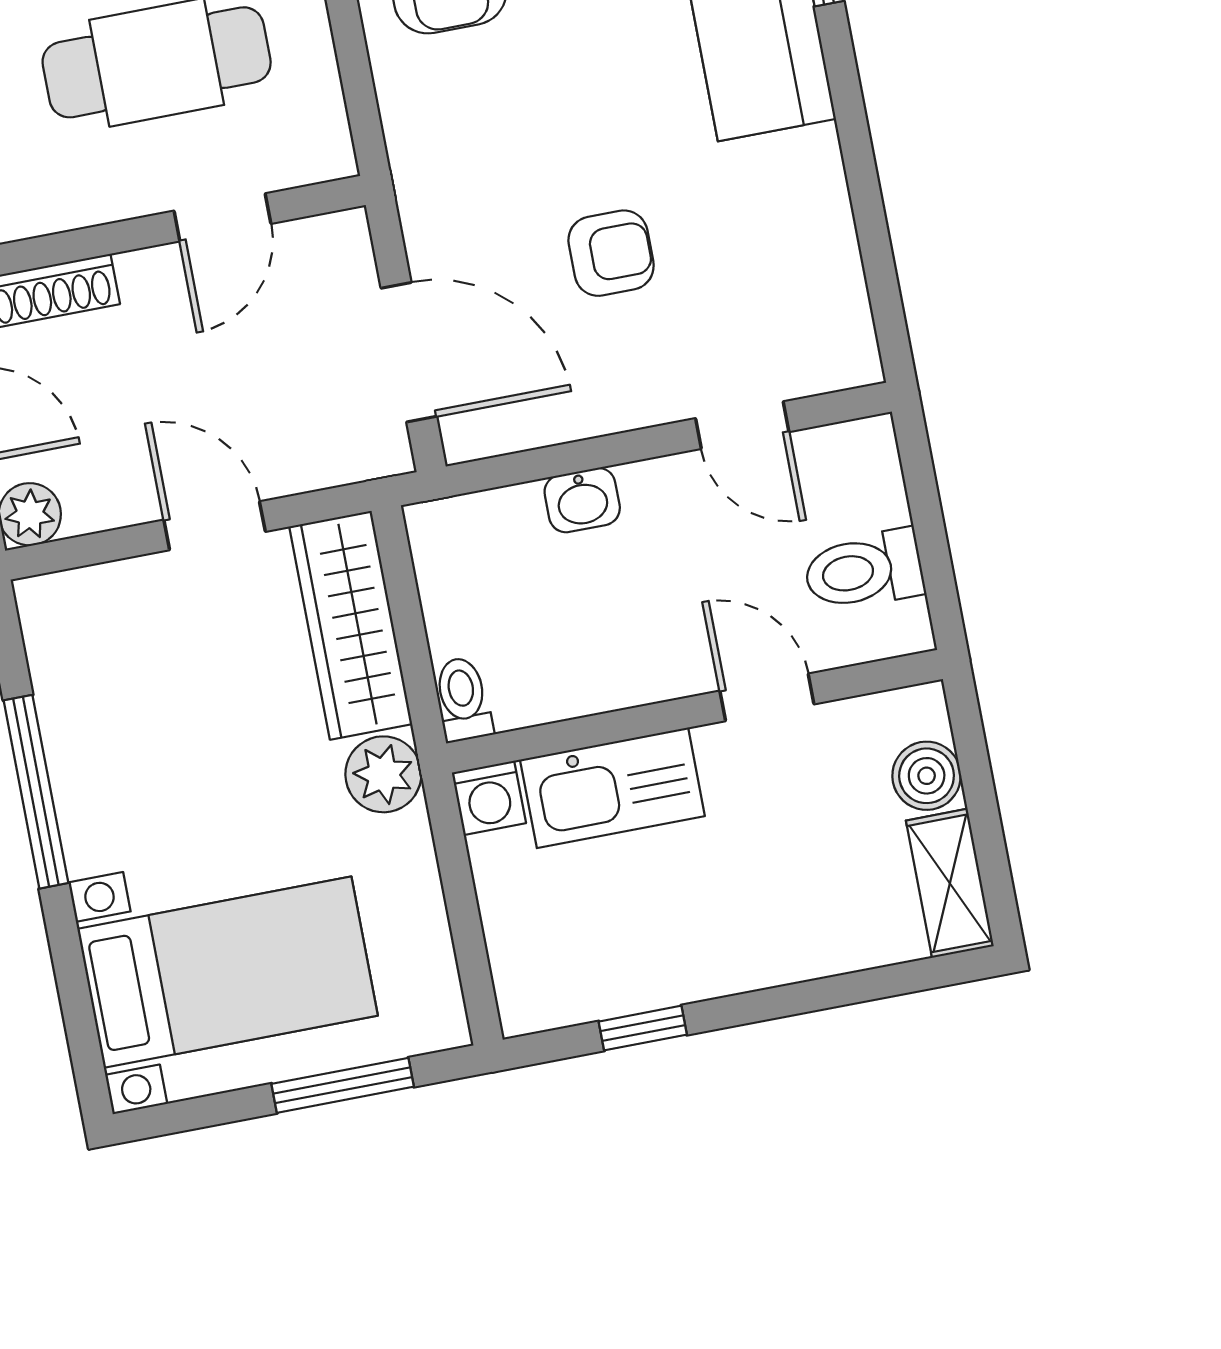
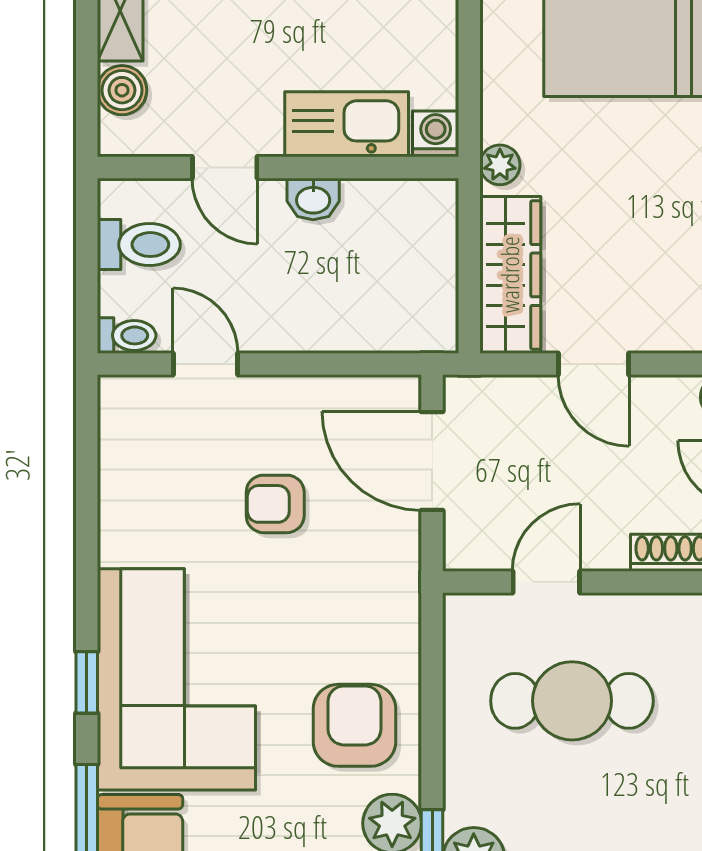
washbasin: (582, 500) -> (313, 199), moved, turned 180
toilet: (463, 699) -> (127, 335), moved, turned -90
plant: (383, 774) -> (500, 165), width x0.73, depth x0.73

